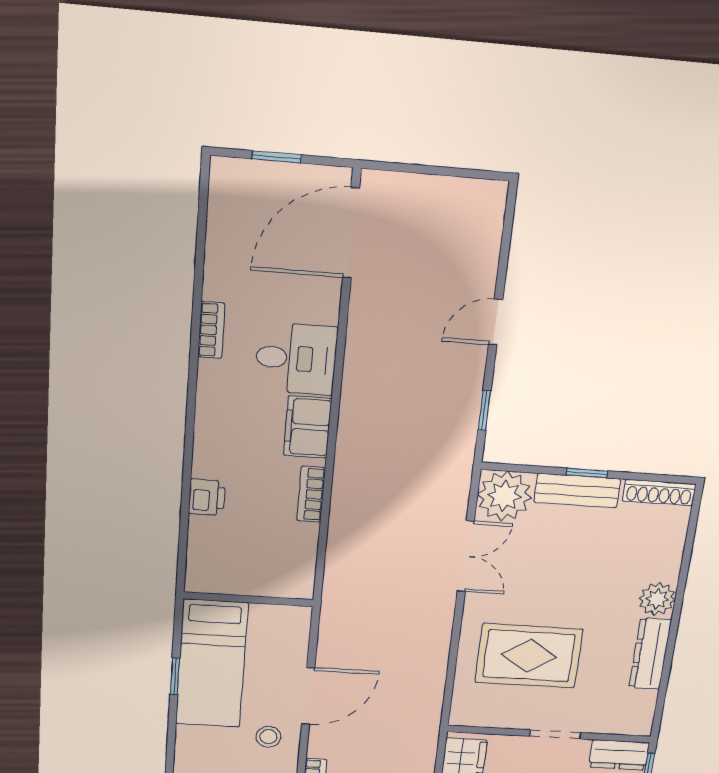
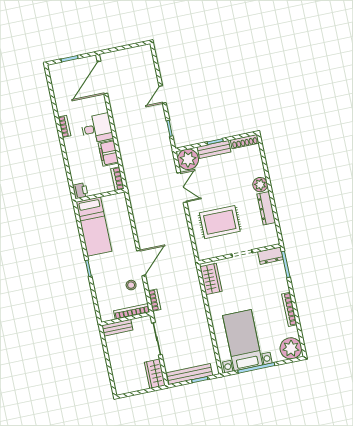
wall: (248, 599) -> (100, 195), moved
bed: (212, 664) -> (94, 227), moved

